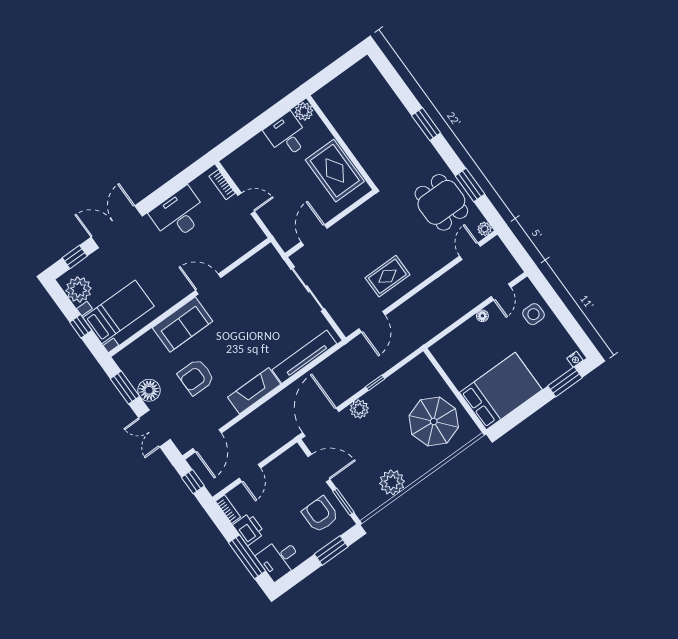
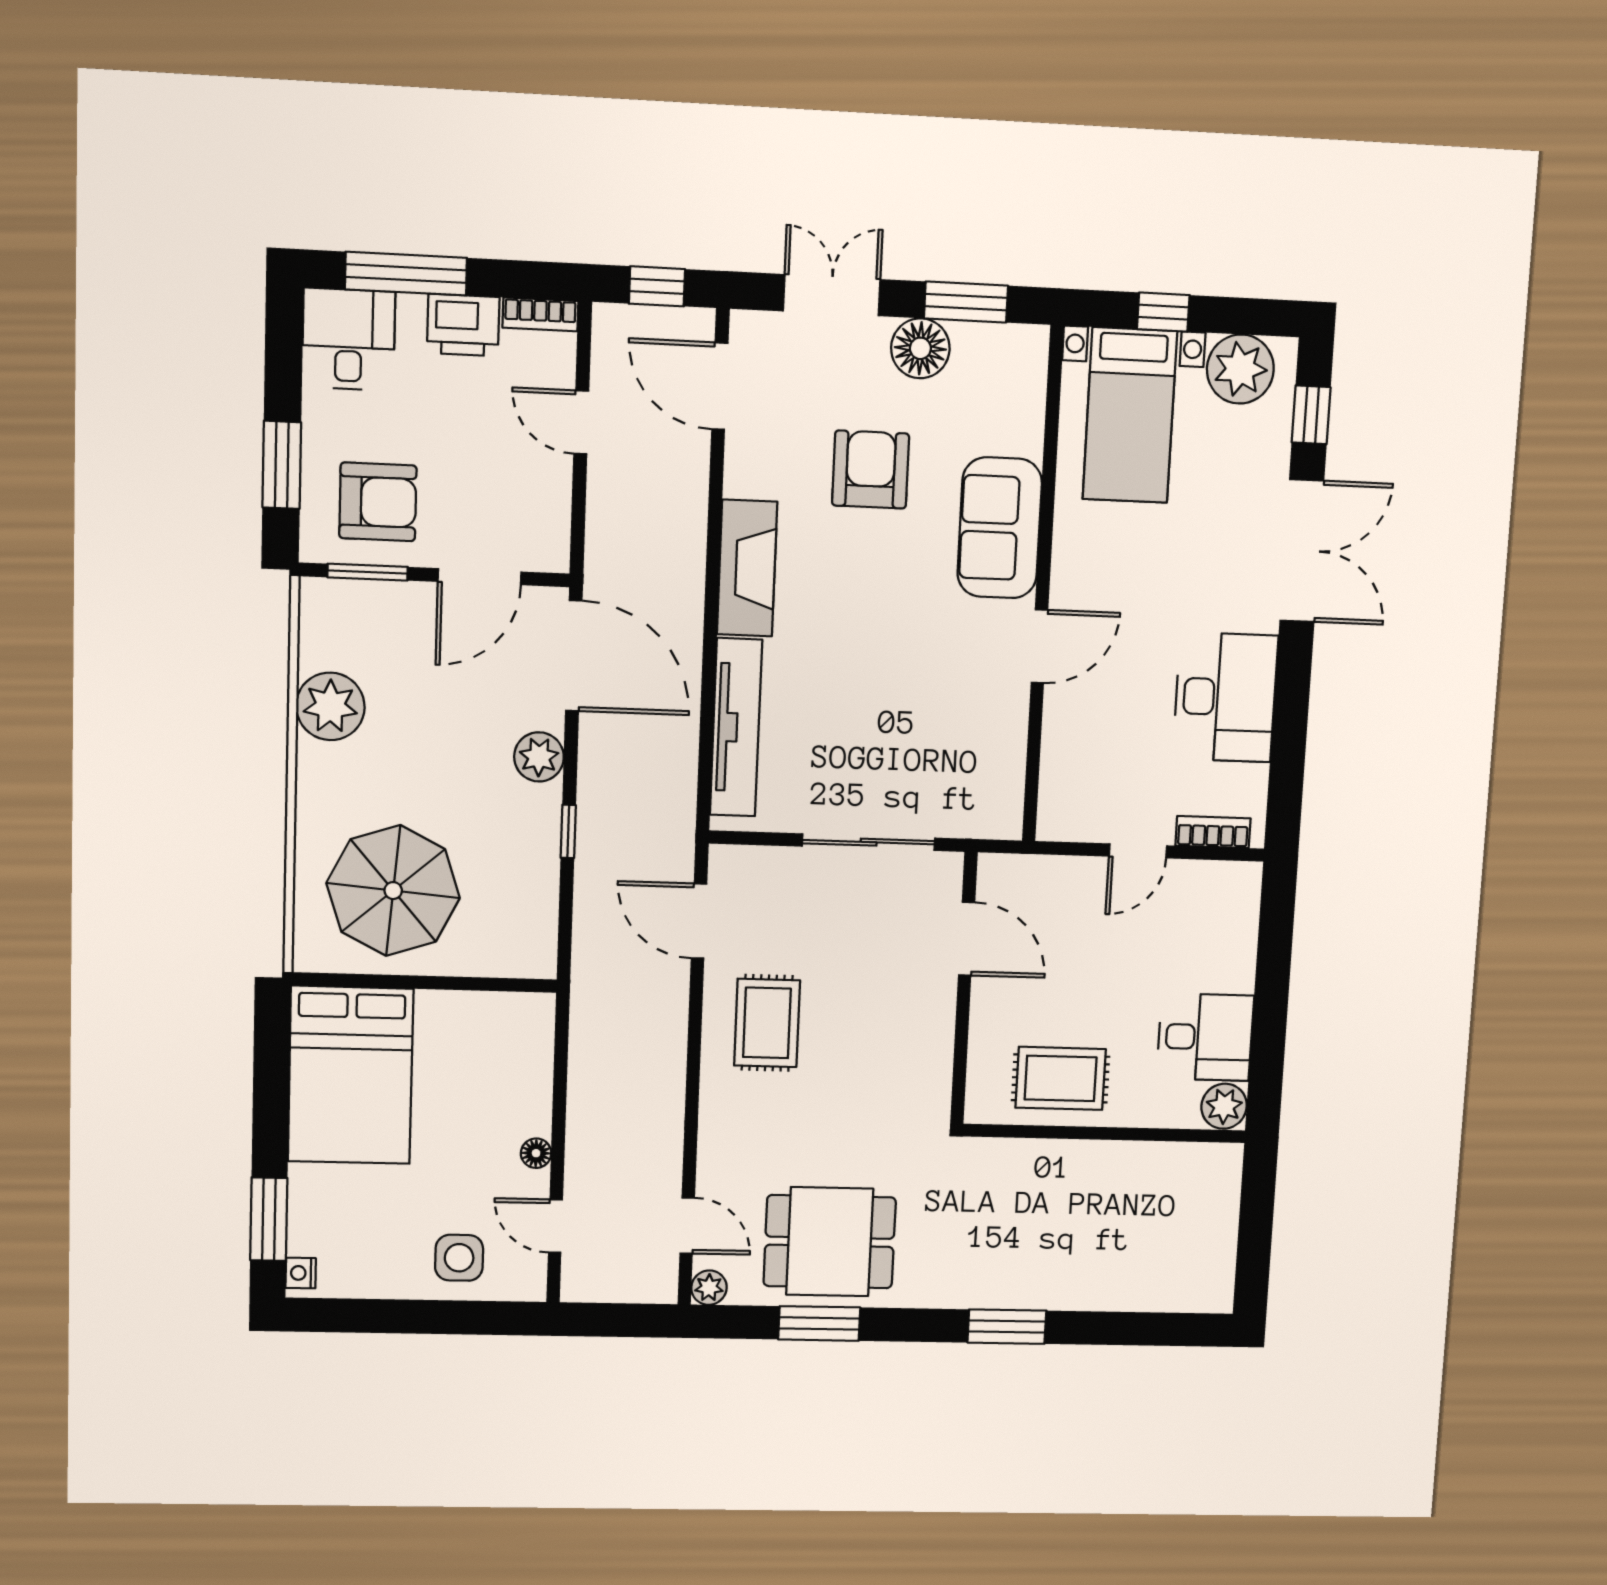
rug: (335, 171) -> (1061, 1078), width x0.73, depth x0.70

